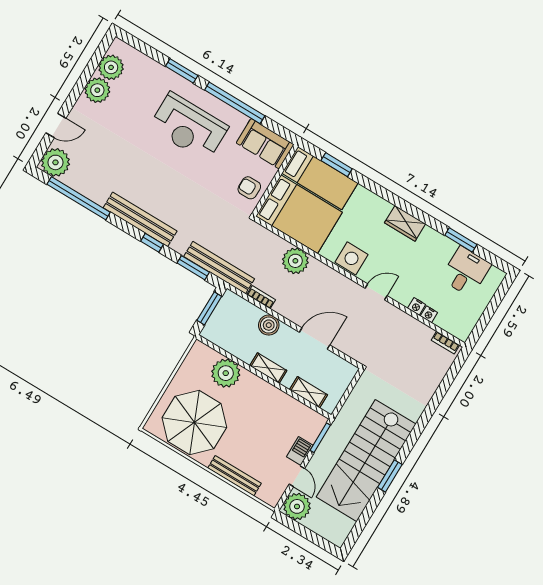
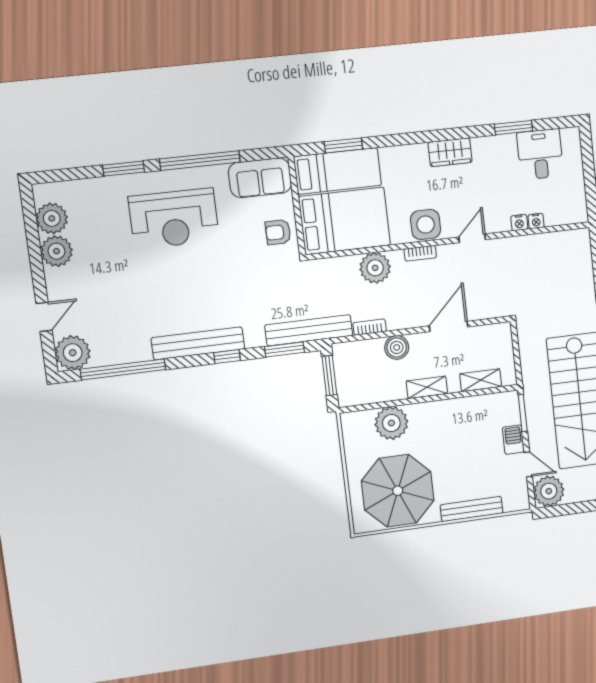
bookcase: (445, 343) -> (420, 253), moved

